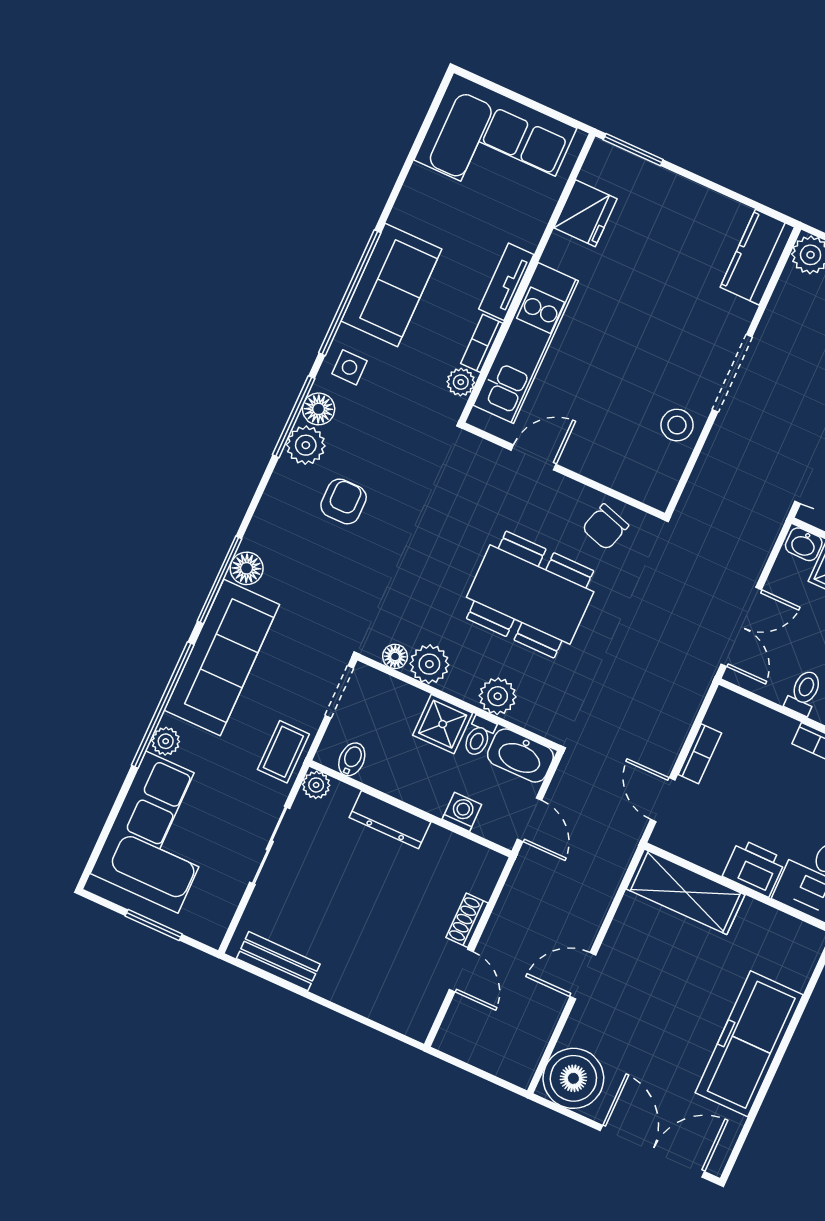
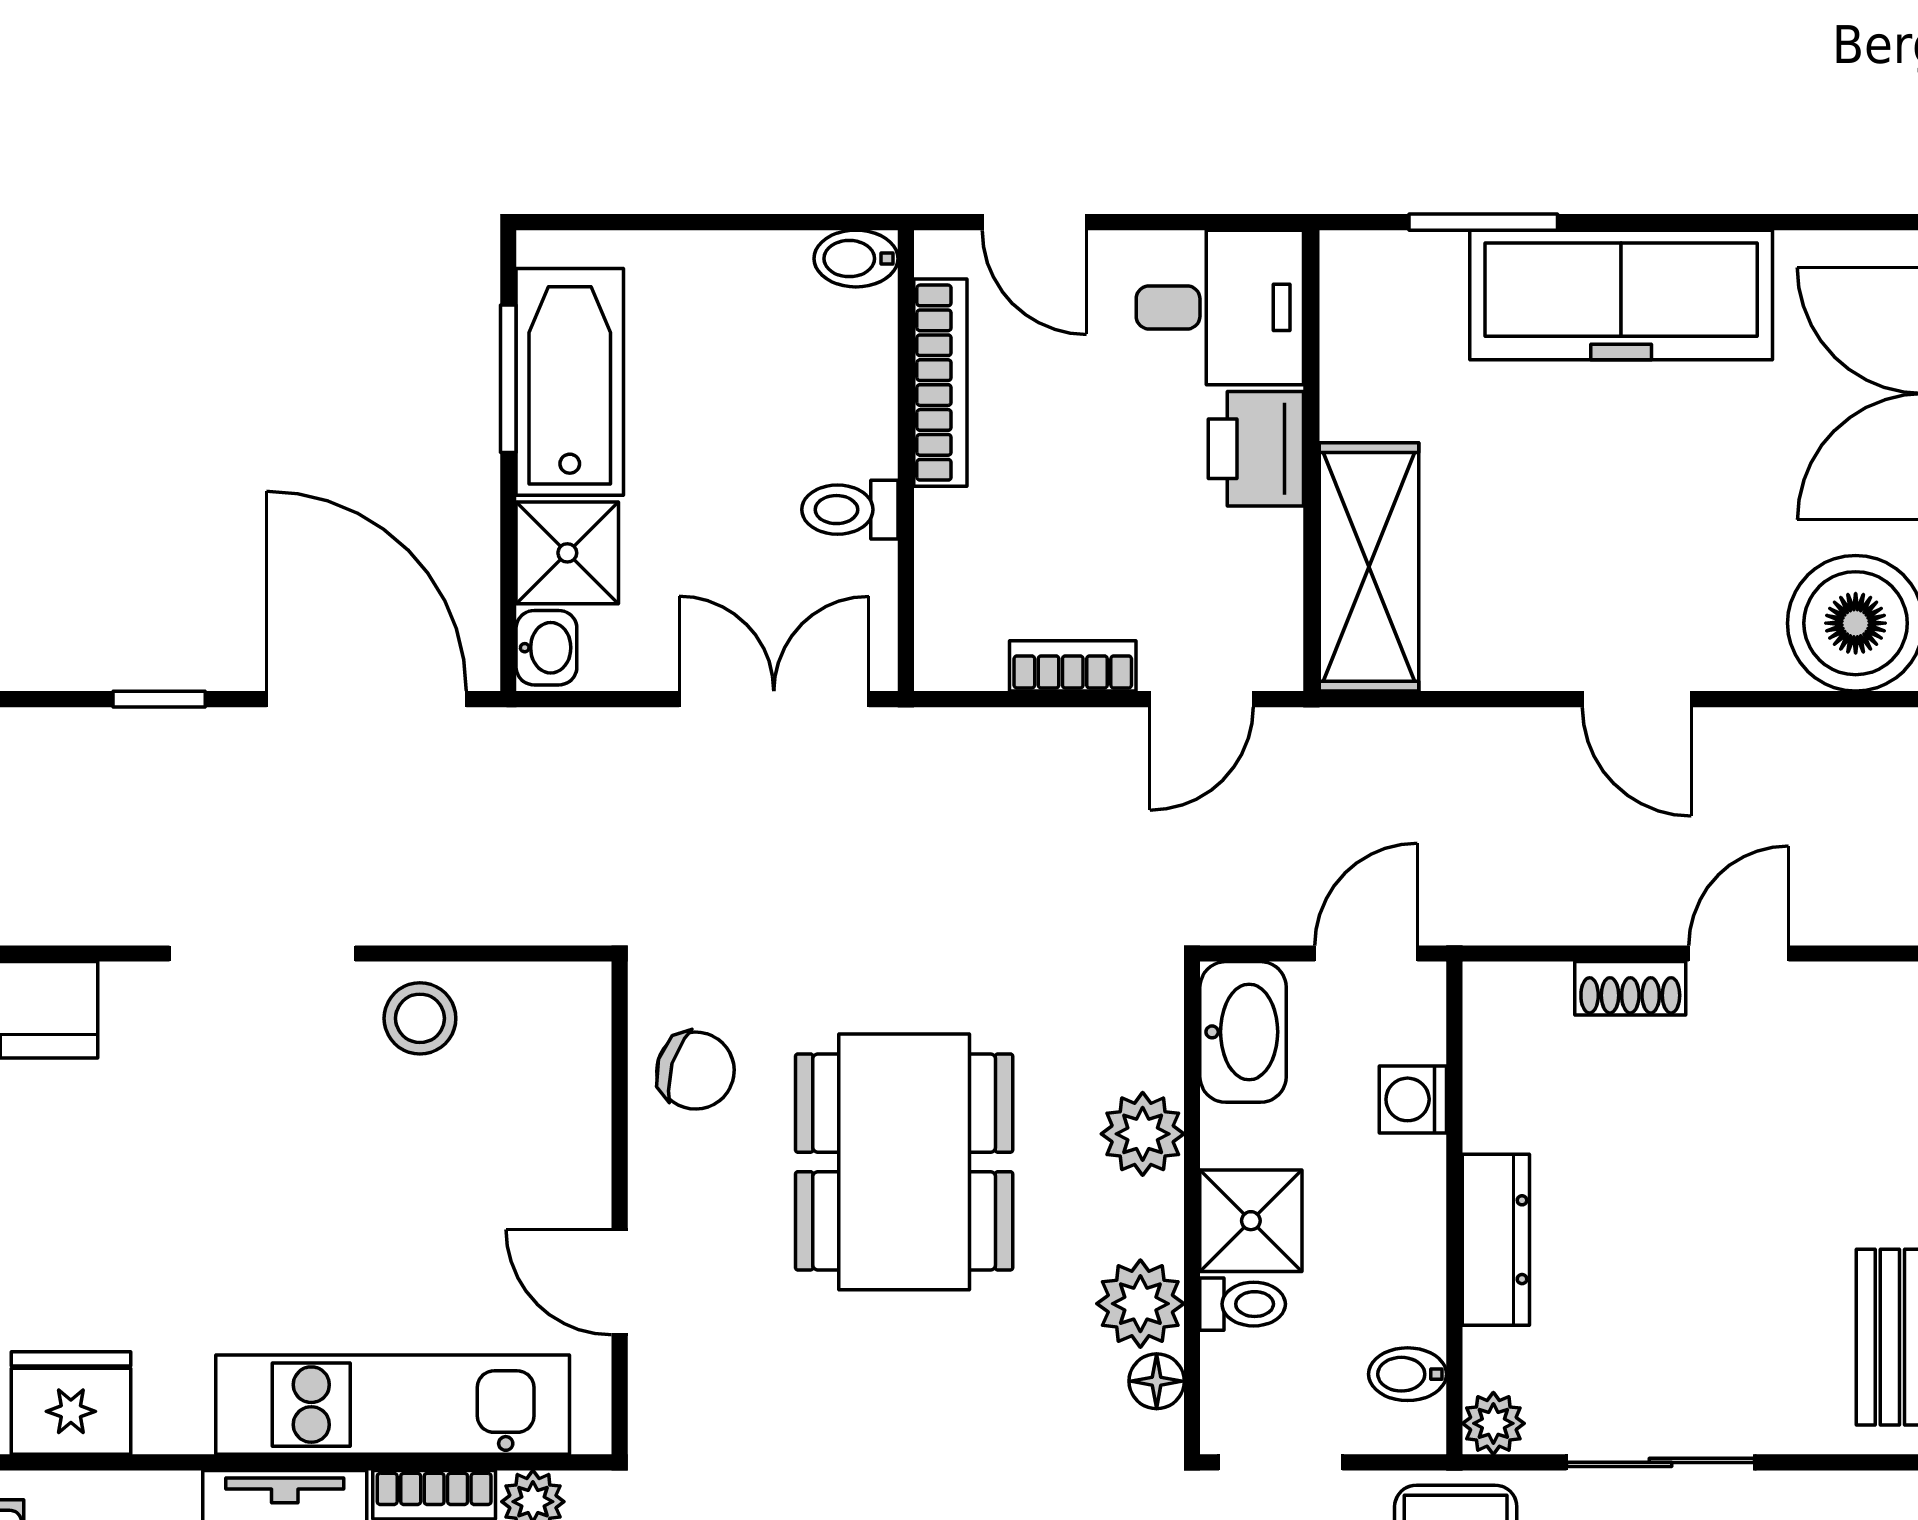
toilet: (479, 736) -> (1243, 1304), moved
window: (804, 1001) -> (1483, 222), added

